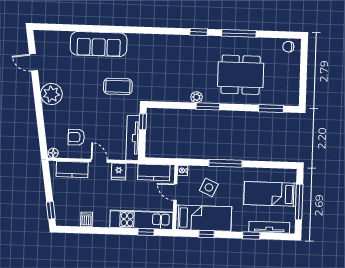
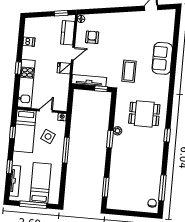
window: (239, 33) -> (162, 188), moved
sofa: (99, 44) -> (162, 58), width x0.73
dining table: (241, 75) -> (144, 114), moved, width x0.73
plant: (51, 94) -> (126, 20), removed
kitchen counter: (154, 172) -> (62, 95), removed
window: (51, 210) -> (61, 13), moved
window: (146, 232) -> (18, 68), moved

